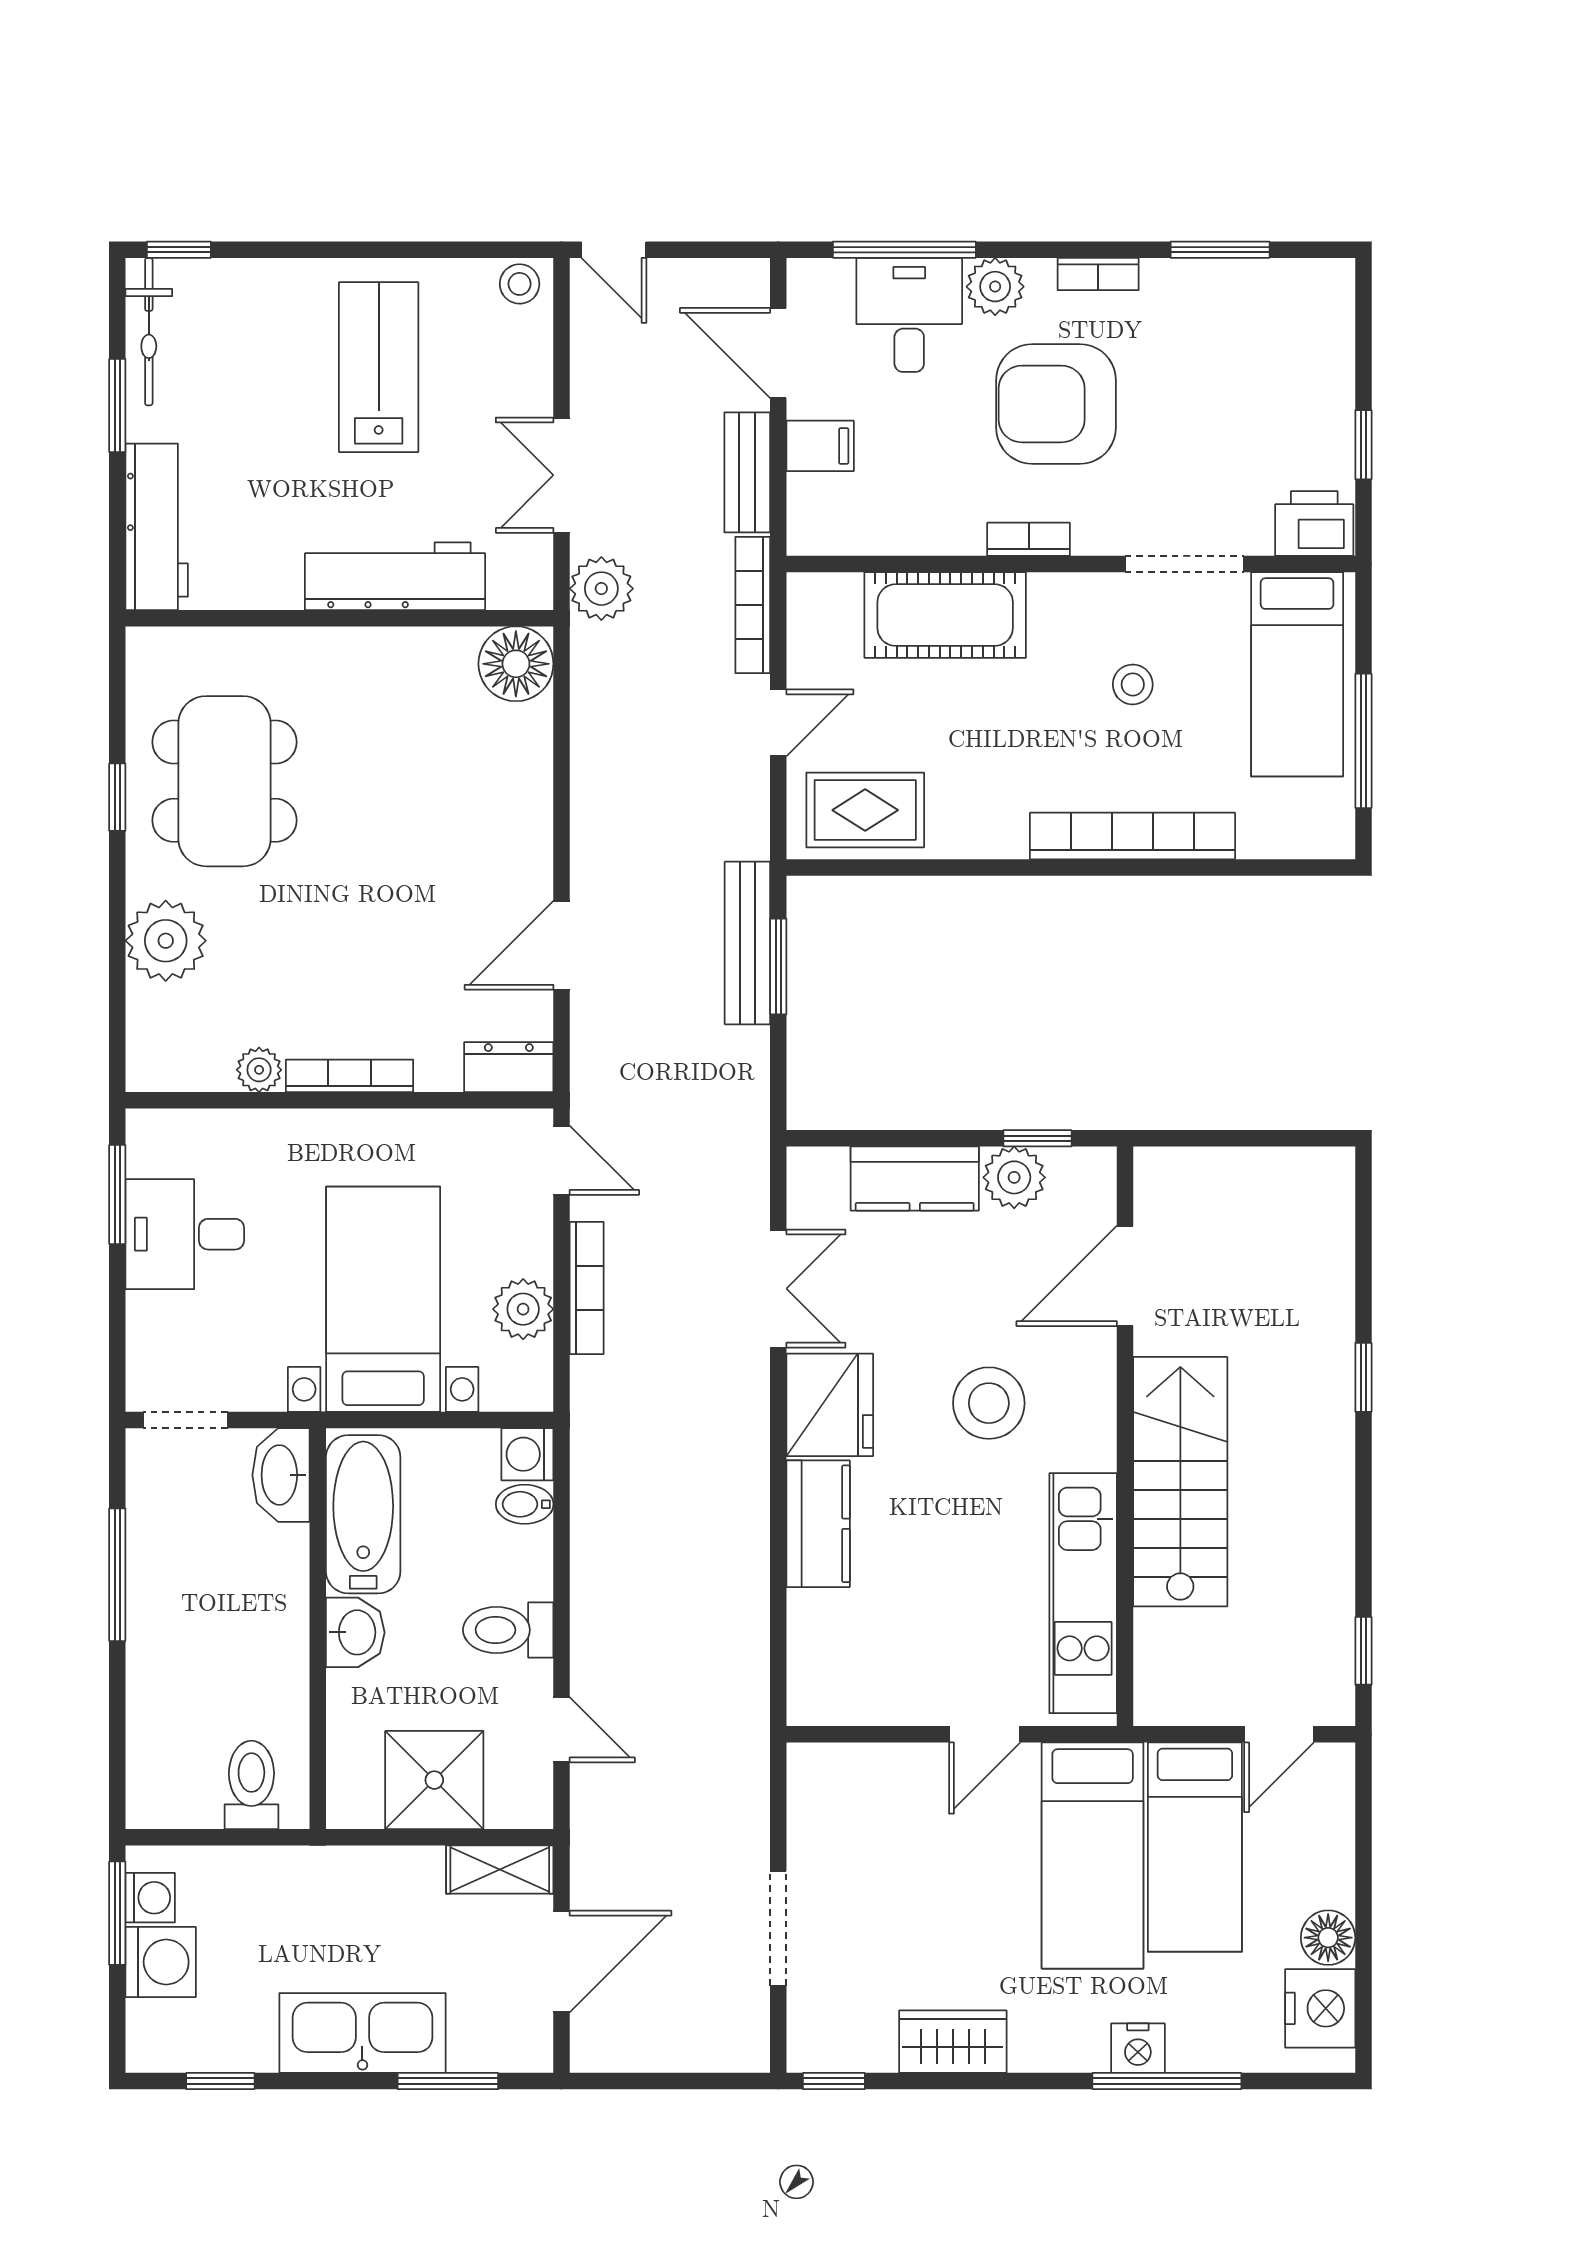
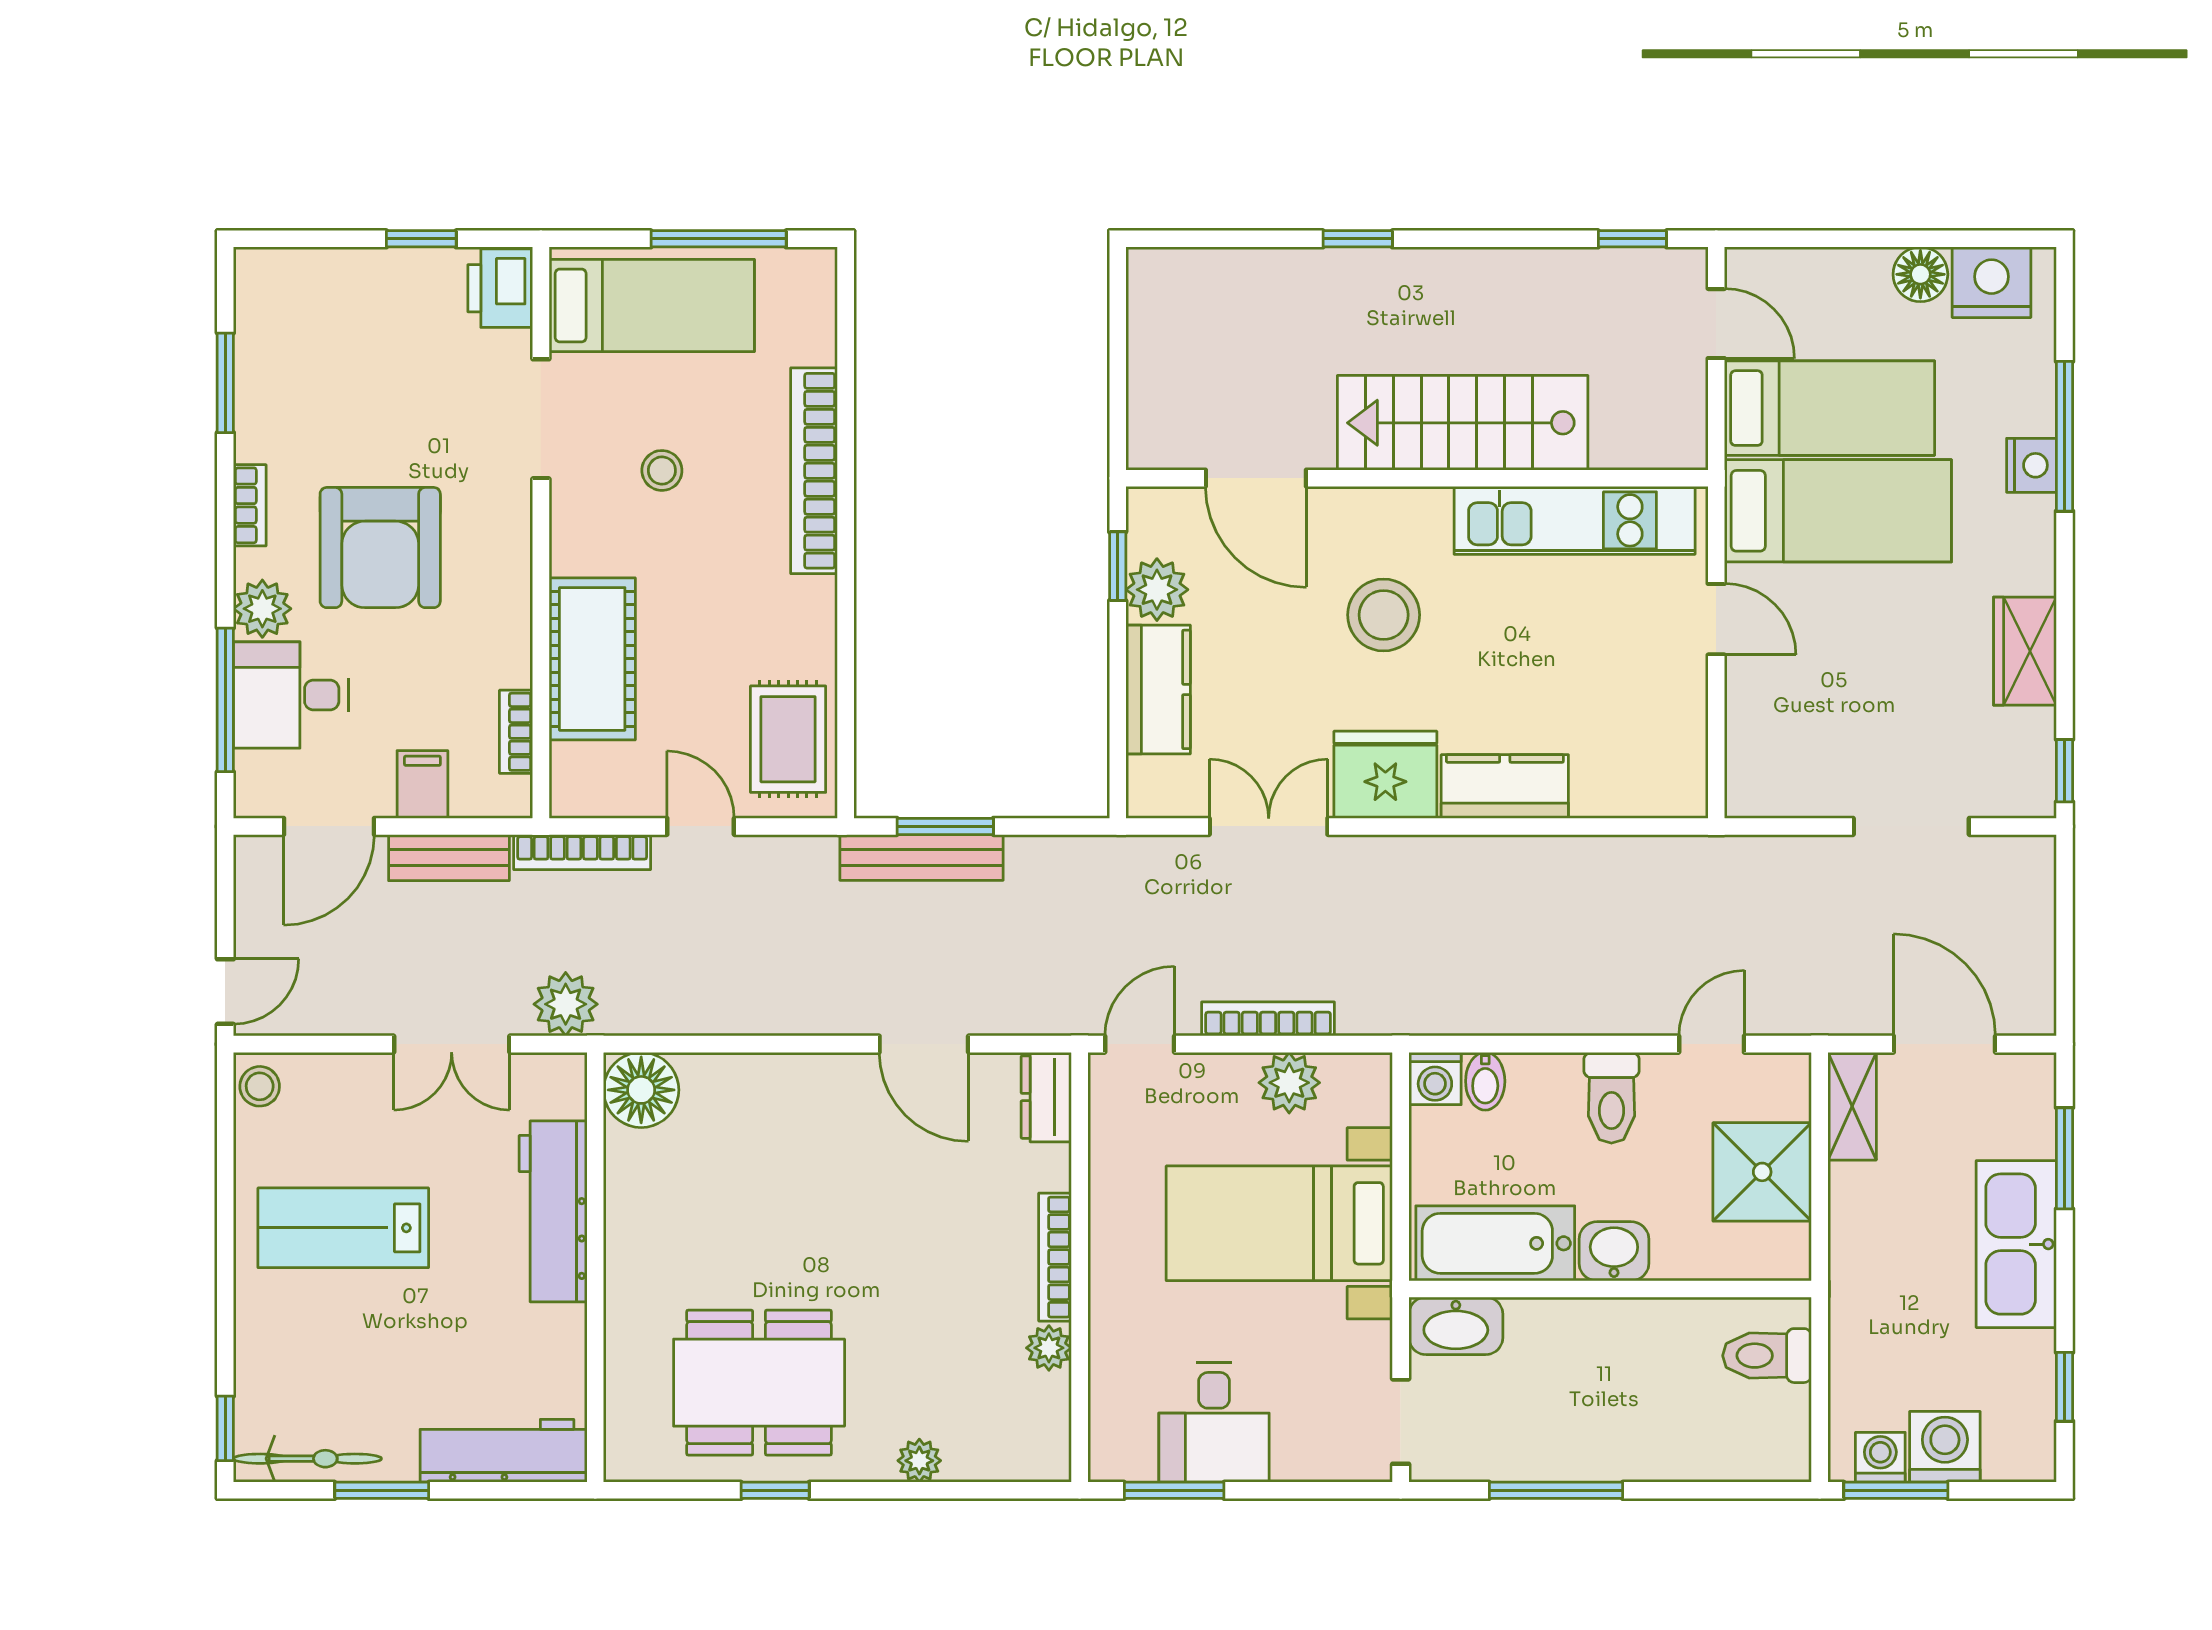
bookcase: (1029, 539) -> (516, 732), moved
plant: (166, 941) -> (919, 1461), width x0.53, depth x0.53

